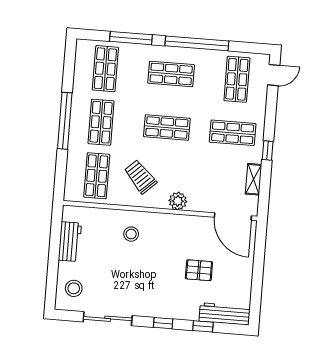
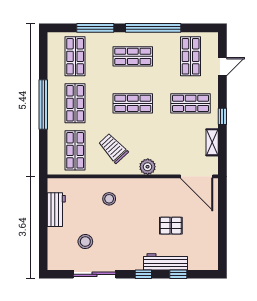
door: (274, 75) -> (222, 67), moved
stool: (74, 288) -> (85, 242), moved
workbench: (225, 314) -> (166, 262), moved

